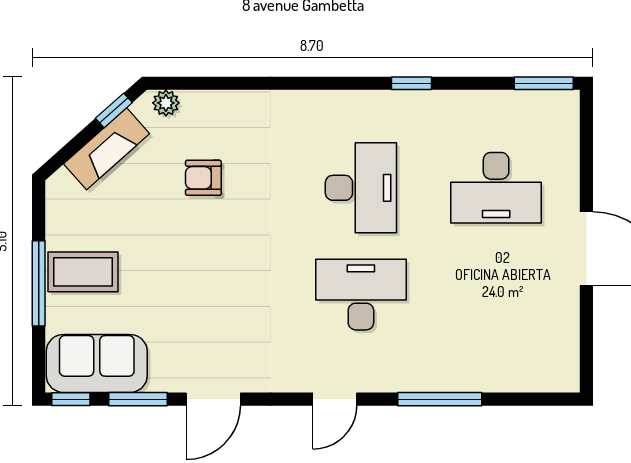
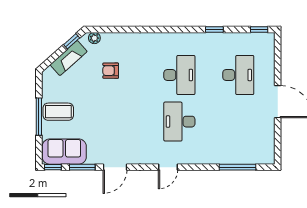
window: (412, 83) -> (214, 29), moved
window: (544, 83) -> (259, 29), width x0.67
desk: (496, 188) -> (238, 75), turned -90
desk: (361, 295) -> (179, 122), turned -90
window: (440, 399) -> (238, 167), moved

